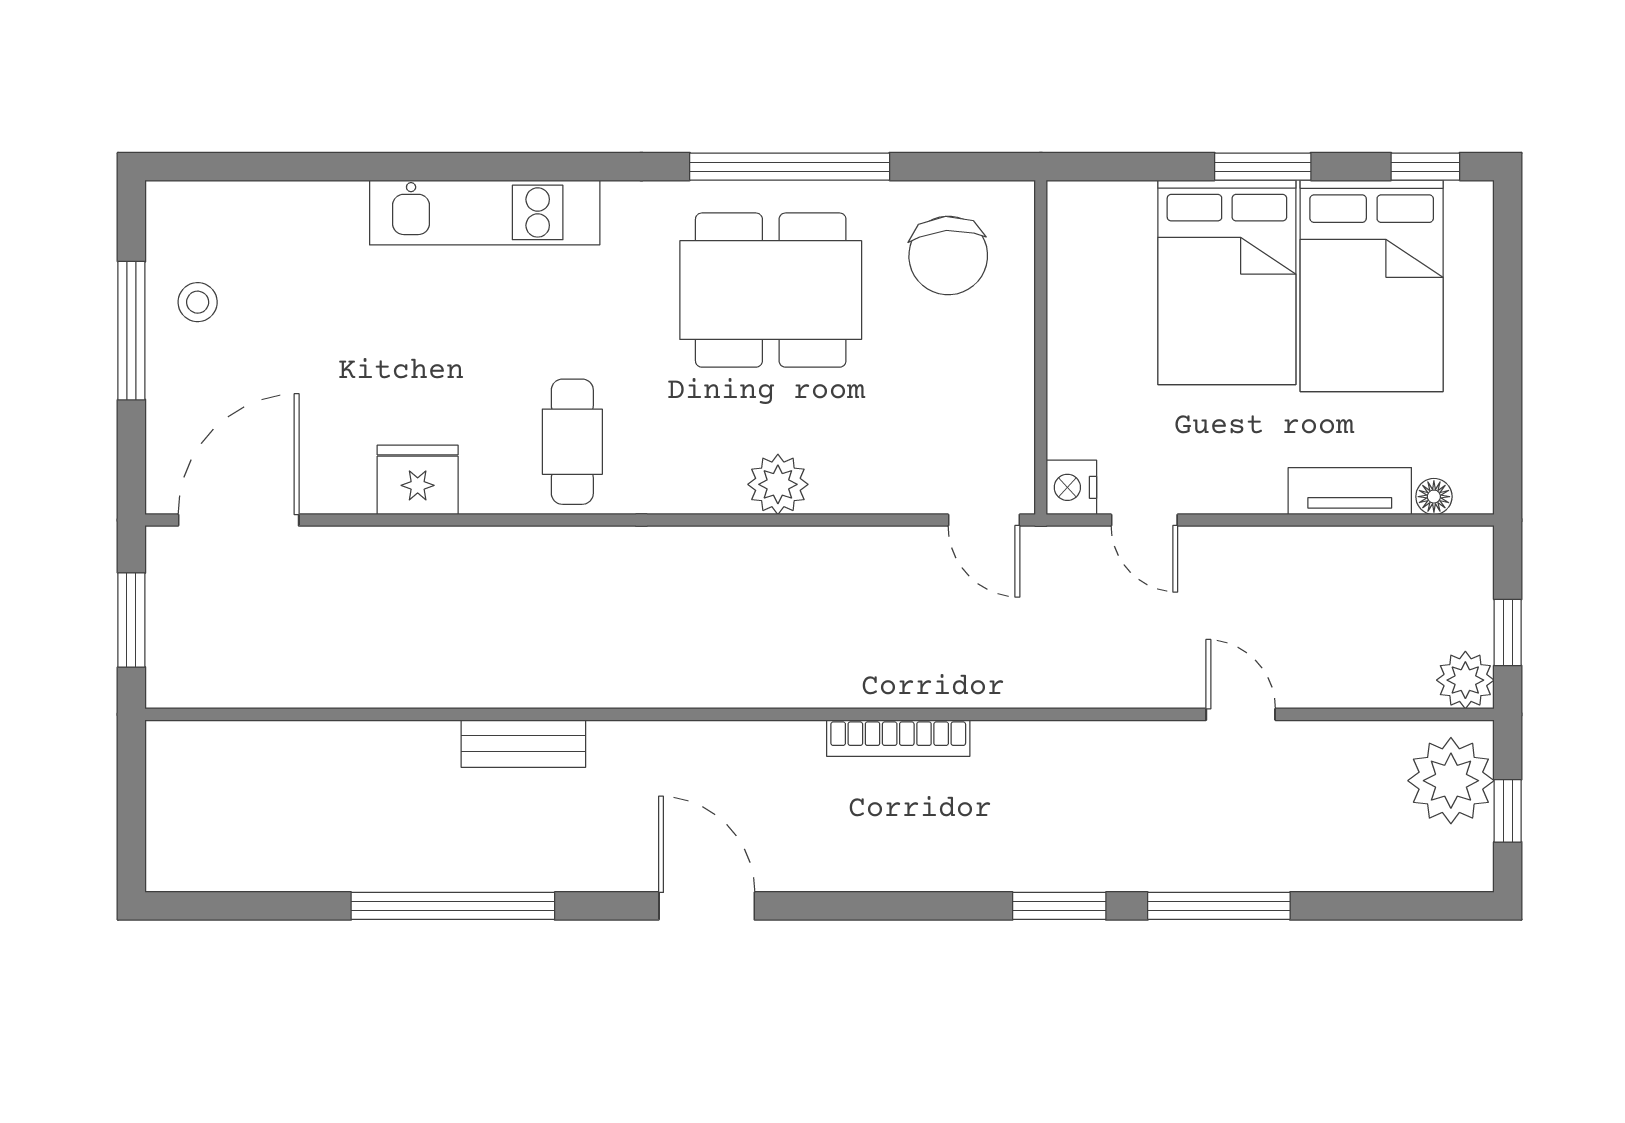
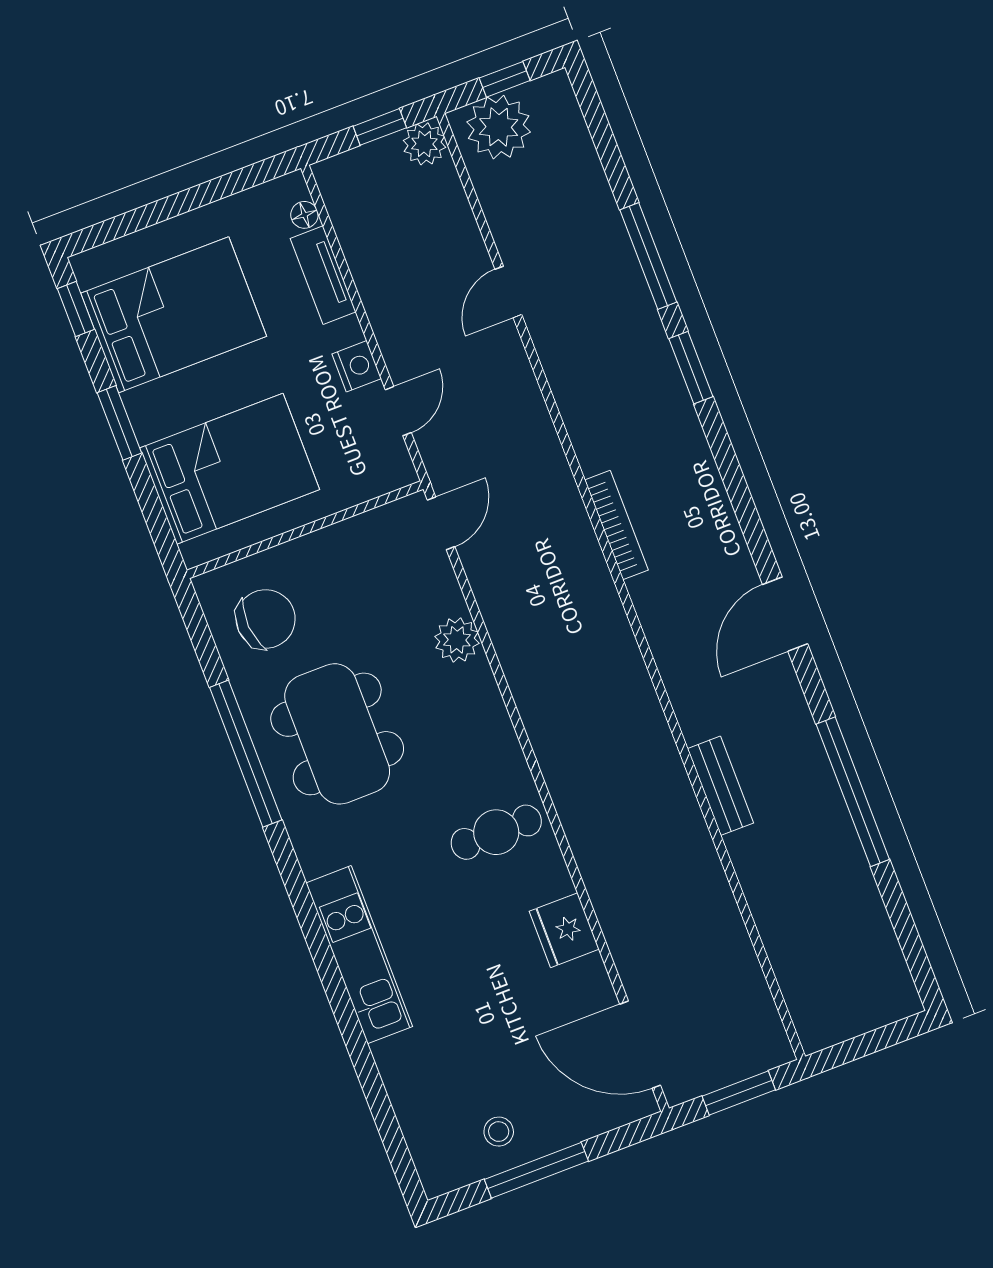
bed: (1227, 282) -> (230, 469), moved
plant: (778, 484) -> (457, 640), moved
nightstand: (1071, 487) -> (357, 366), moved, turned -90

